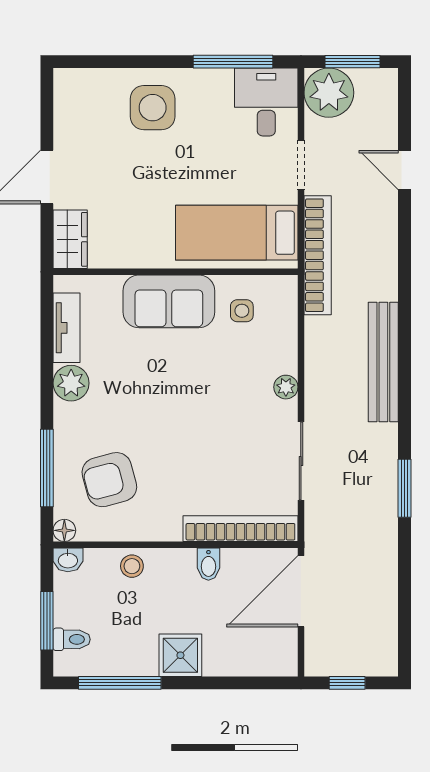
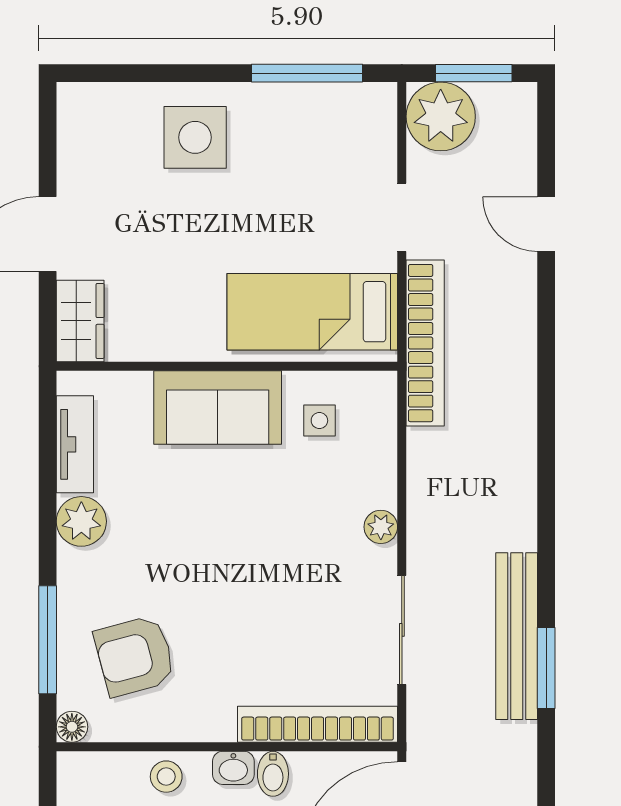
desk: (266, 102) -> (353, 129), removed
bench: (383, 362) -> (517, 636), moved
washbasin: (68, 560) -> (233, 768), moved

